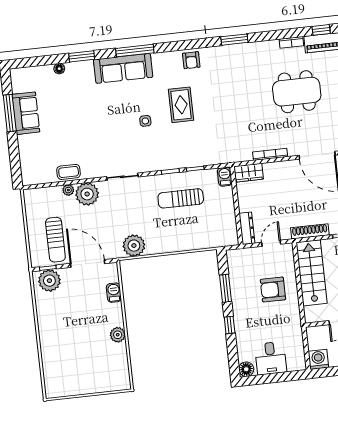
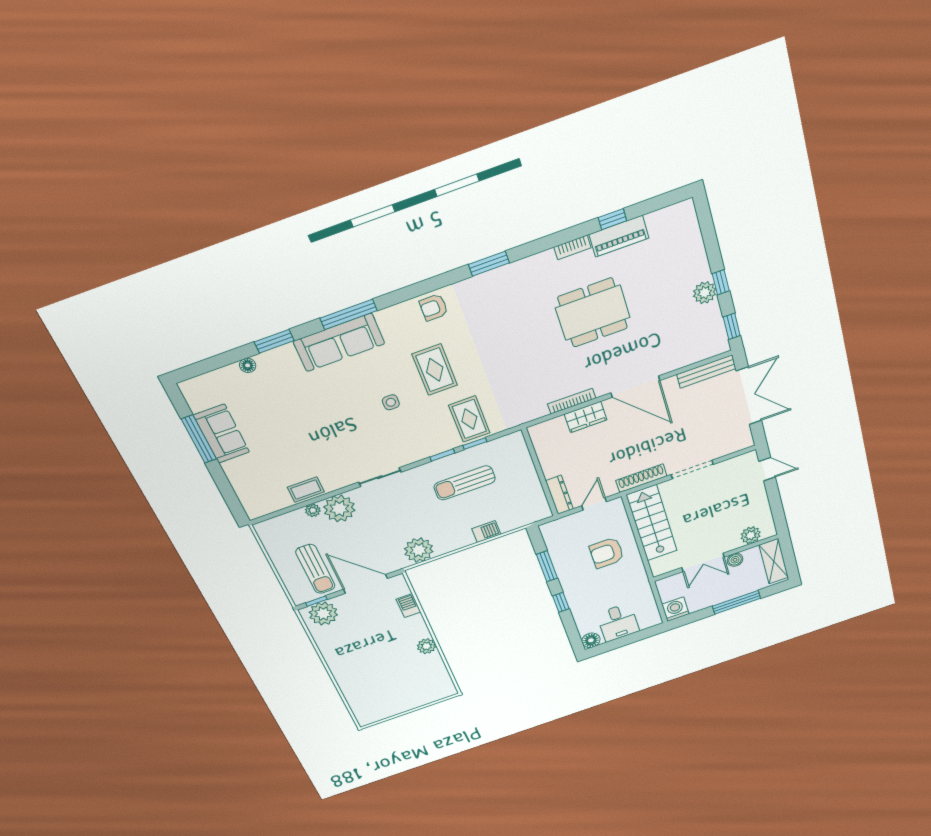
armchair: (191, 60) -> (434, 307), turned 90
rug: (196, 149) -> (469, 419), added
wardrobe: (249, 173) -> (586, 417), moved
barbecue: (225, 177) -> (486, 532), moved, turned 90

